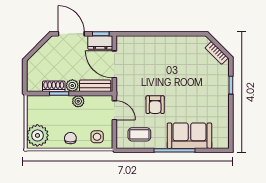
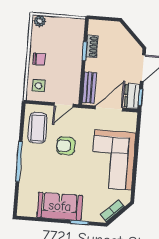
corner sofa: (165, 56) -> (113, 160), added
plant: (72, 86) -> (91, 65), removed
plant: (78, 101) -> (75, 70), removed
coffee table: (139, 134) -> (38, 128), width x1.36, depth x1.30
plant: (37, 135) -> (40, 21), width x0.53, depth x0.53
sofa: (189, 136) -> (60, 206), moved, turned -90

